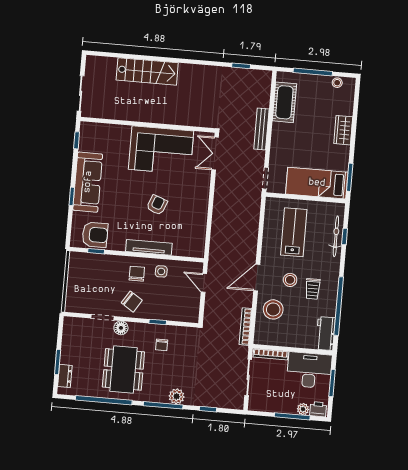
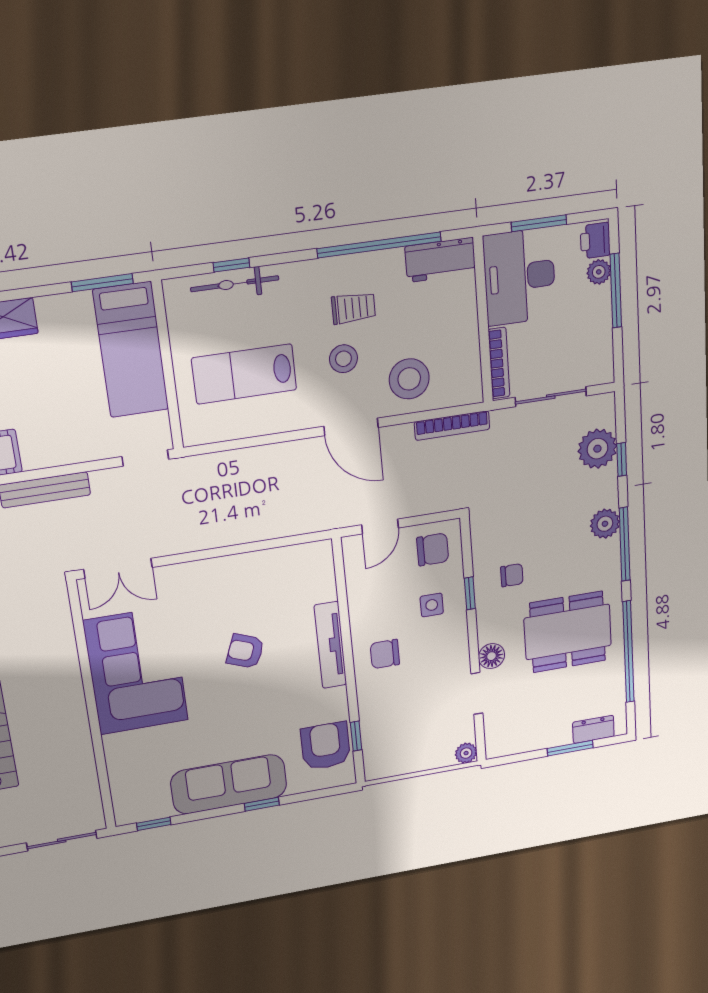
side table: (161, 271) -> (432, 605), moved
chair: (132, 302) -> (433, 549), moved, turned 57
plant: (70, 306) -> (466, 753), added
plant: (216, 397) -> (597, 449), added

